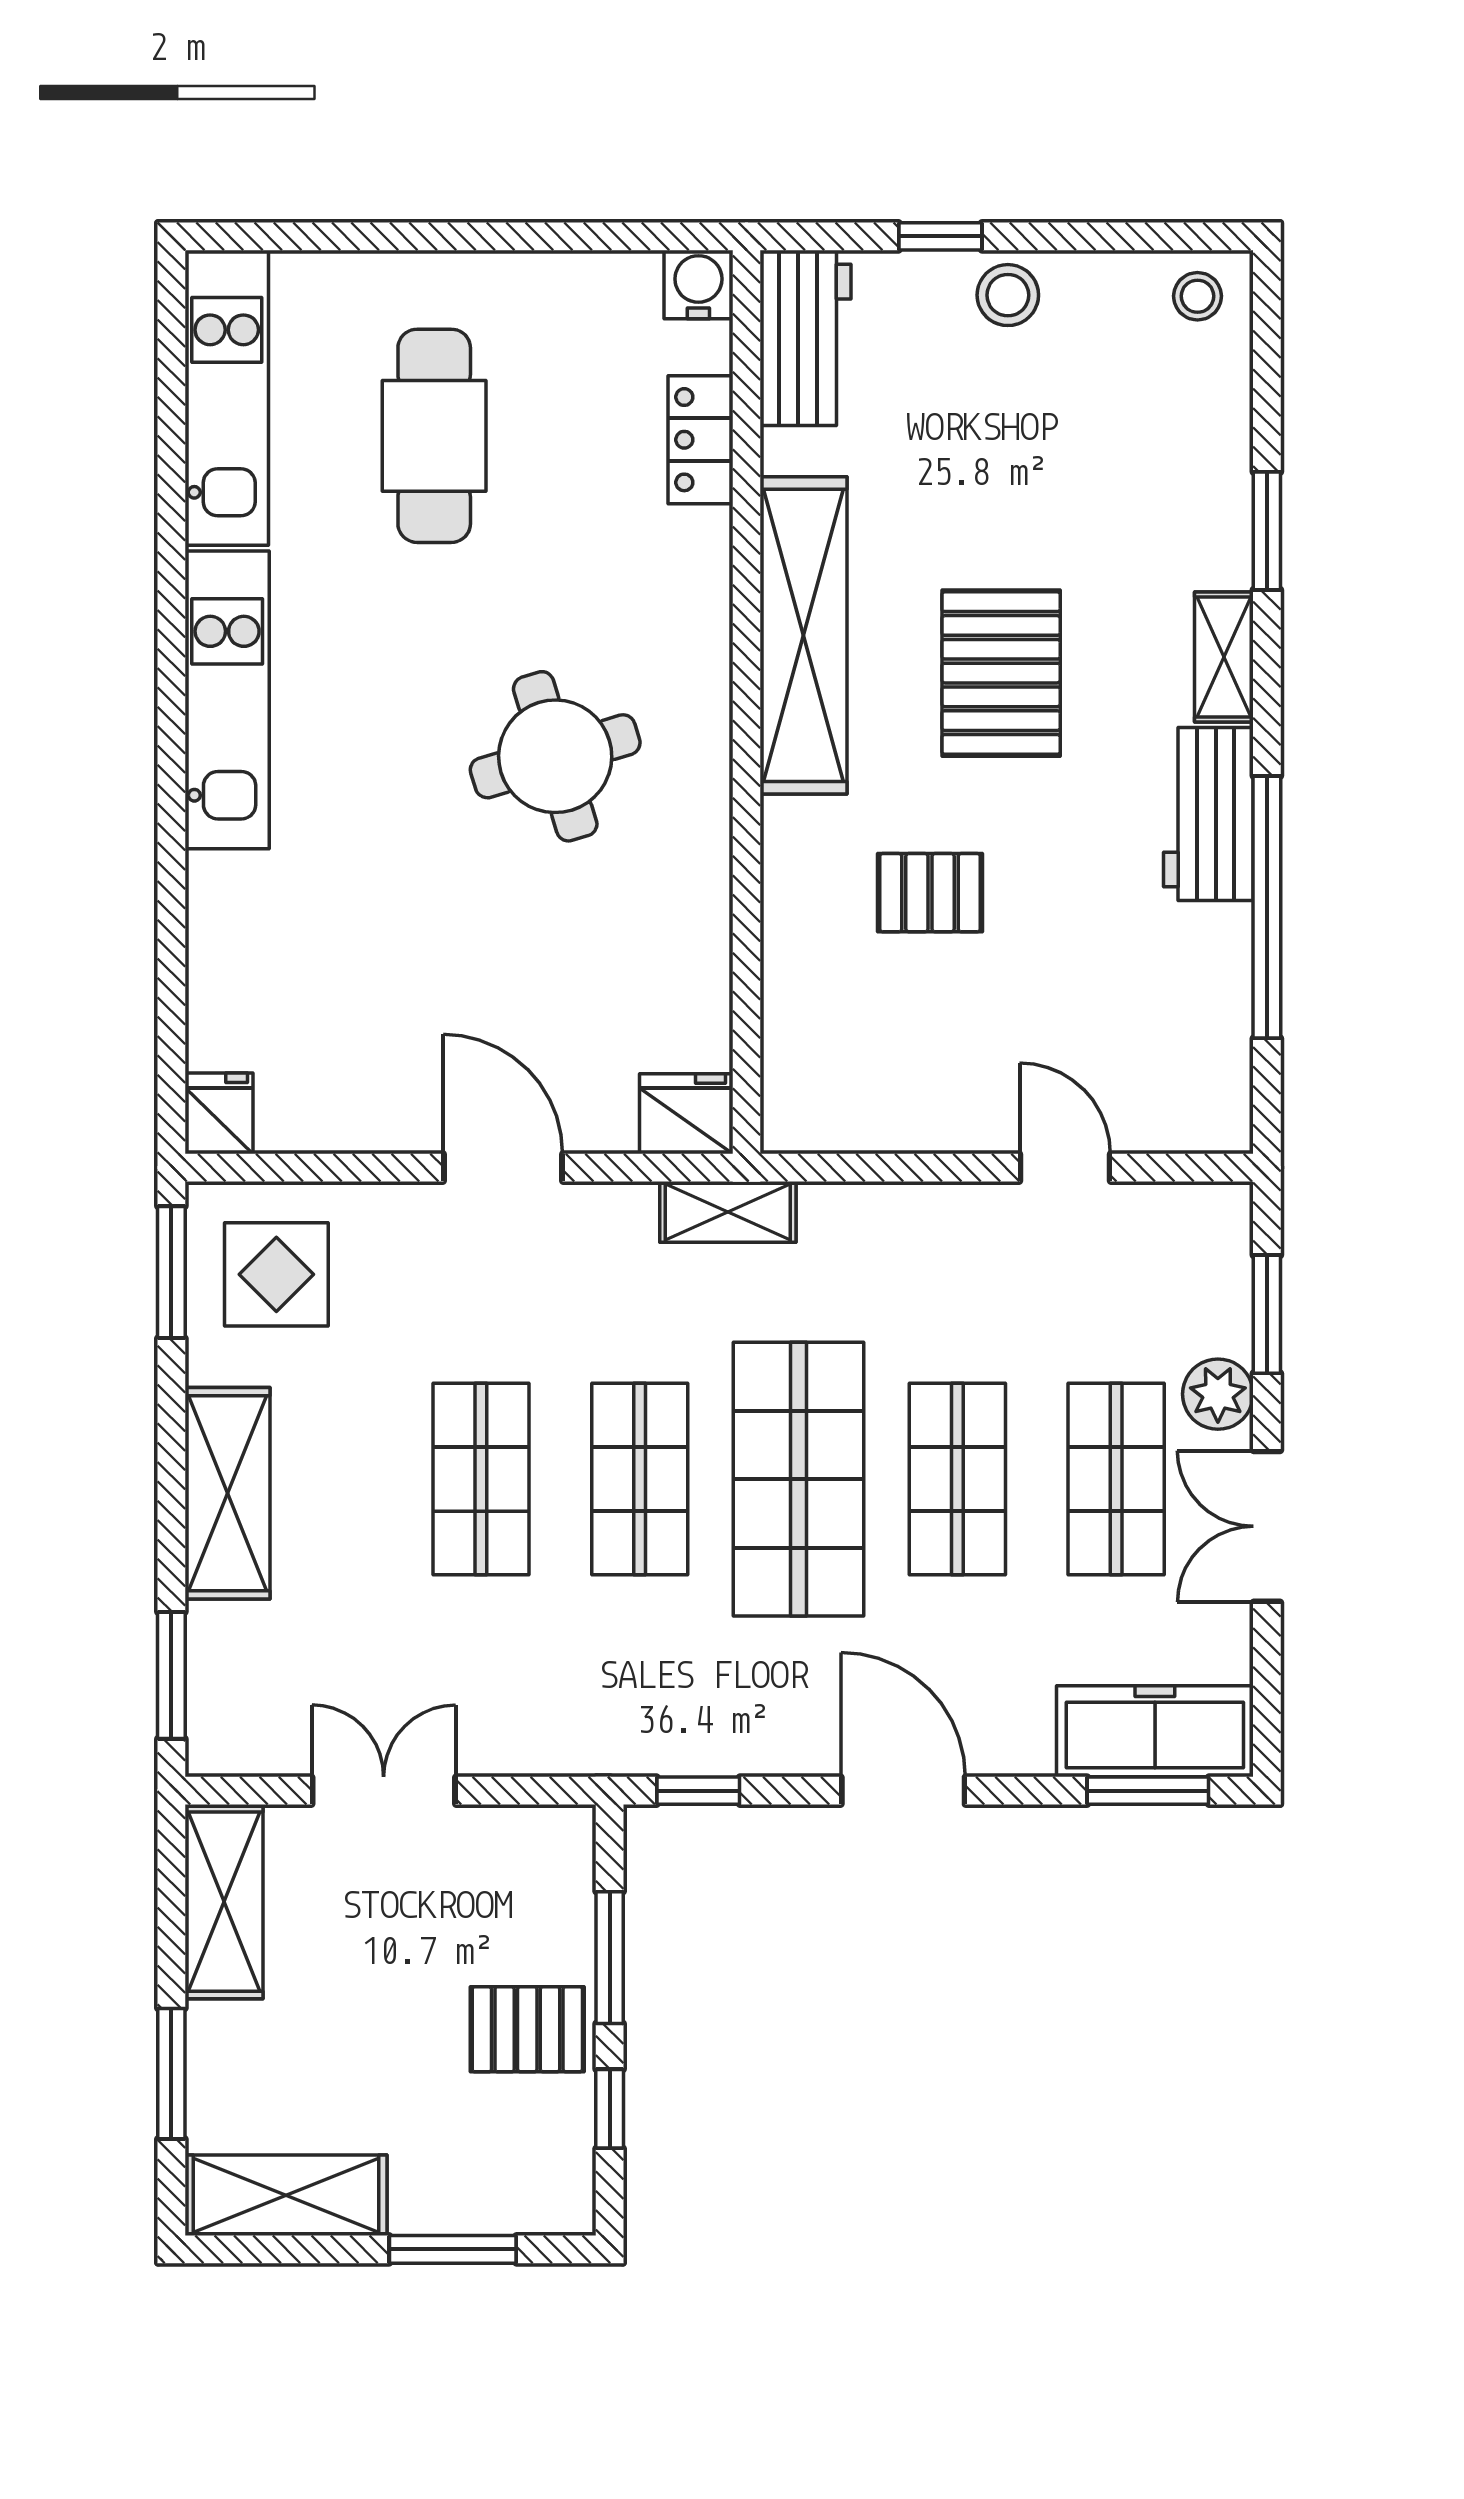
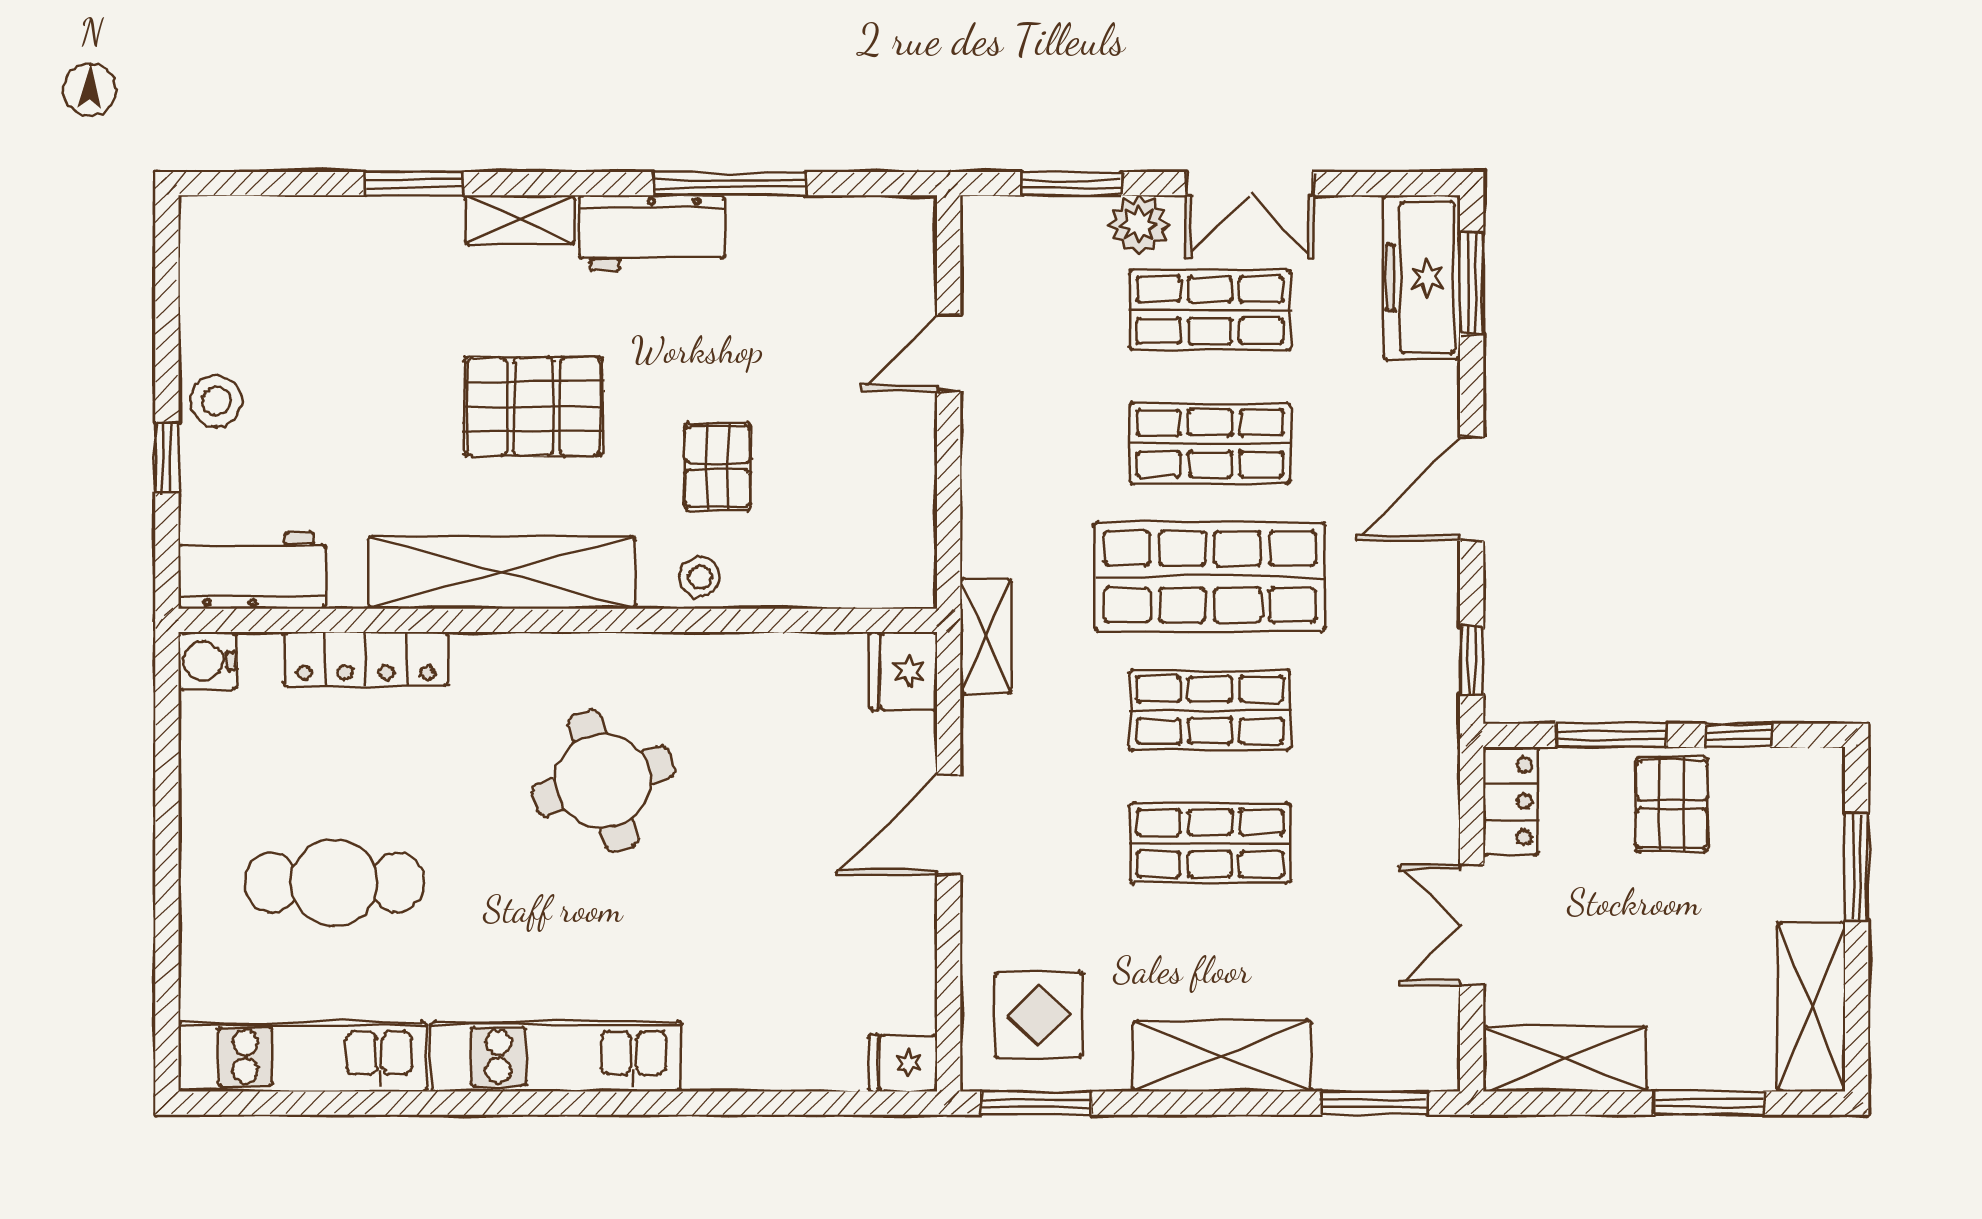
stool: (1197, 296) -> (700, 577), moved
locker: (700, 440) -> (366, 659), width x1.53
window: (1267, 907) -> (730, 184), width x0.68
locker: (531, 1837) -> (1511, 801), added

